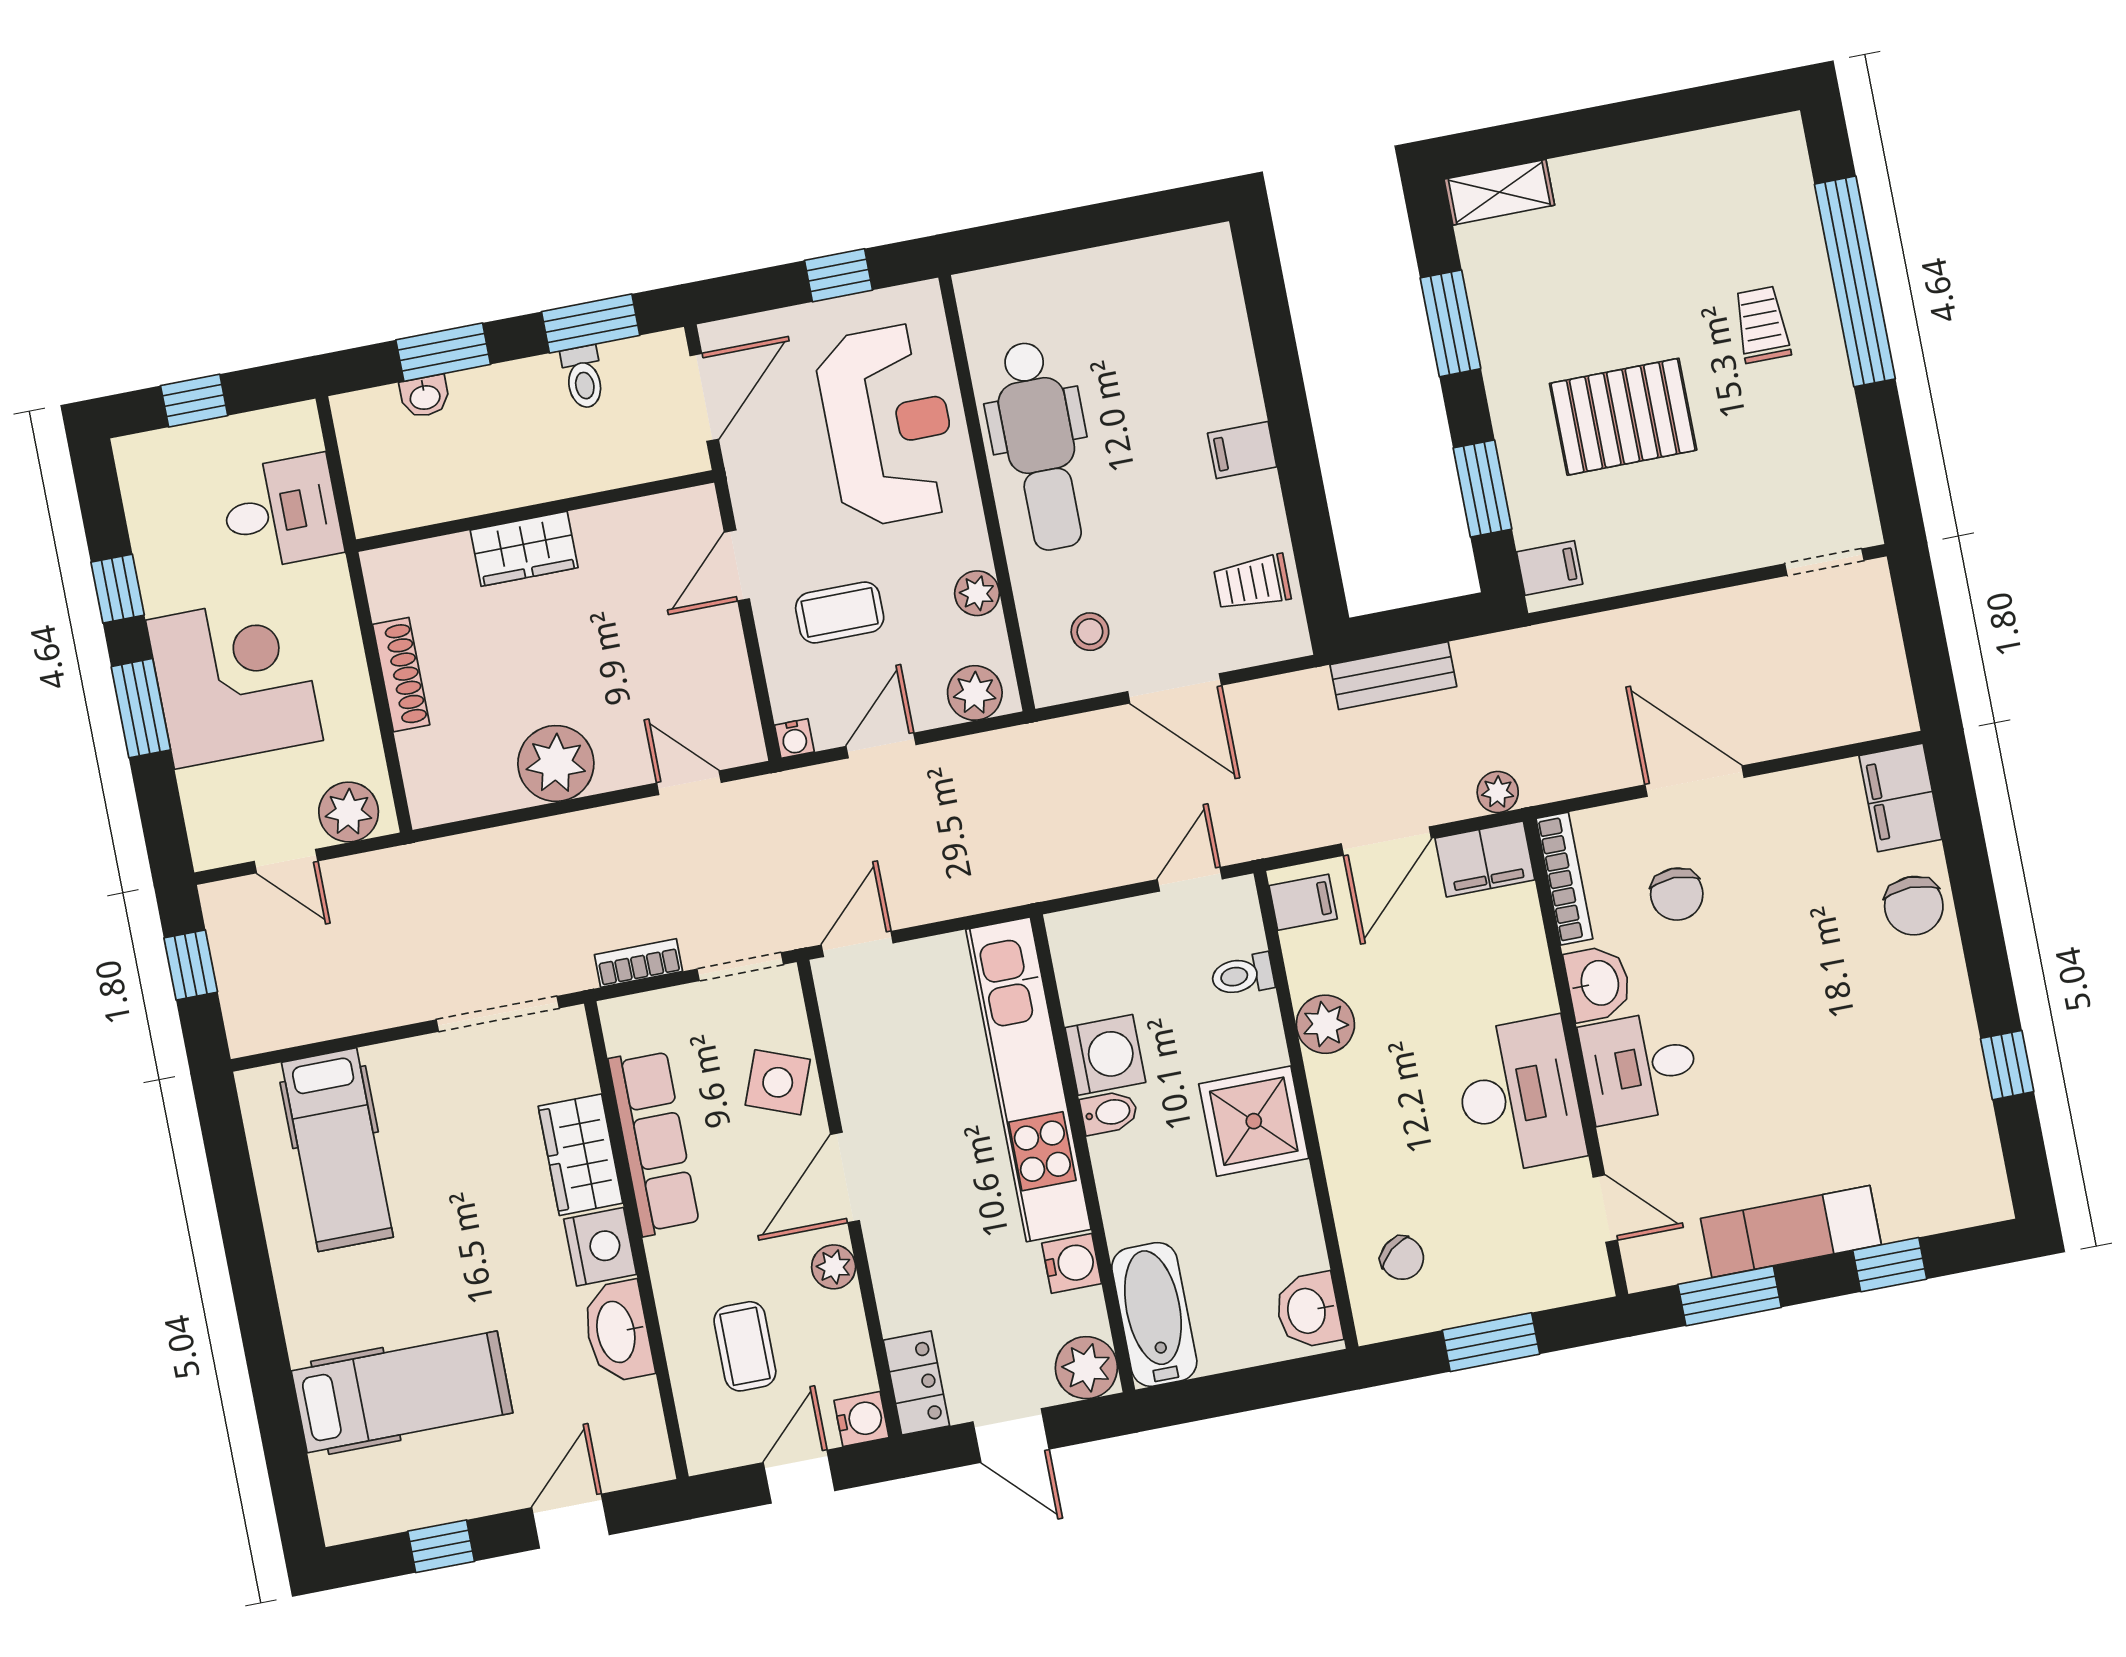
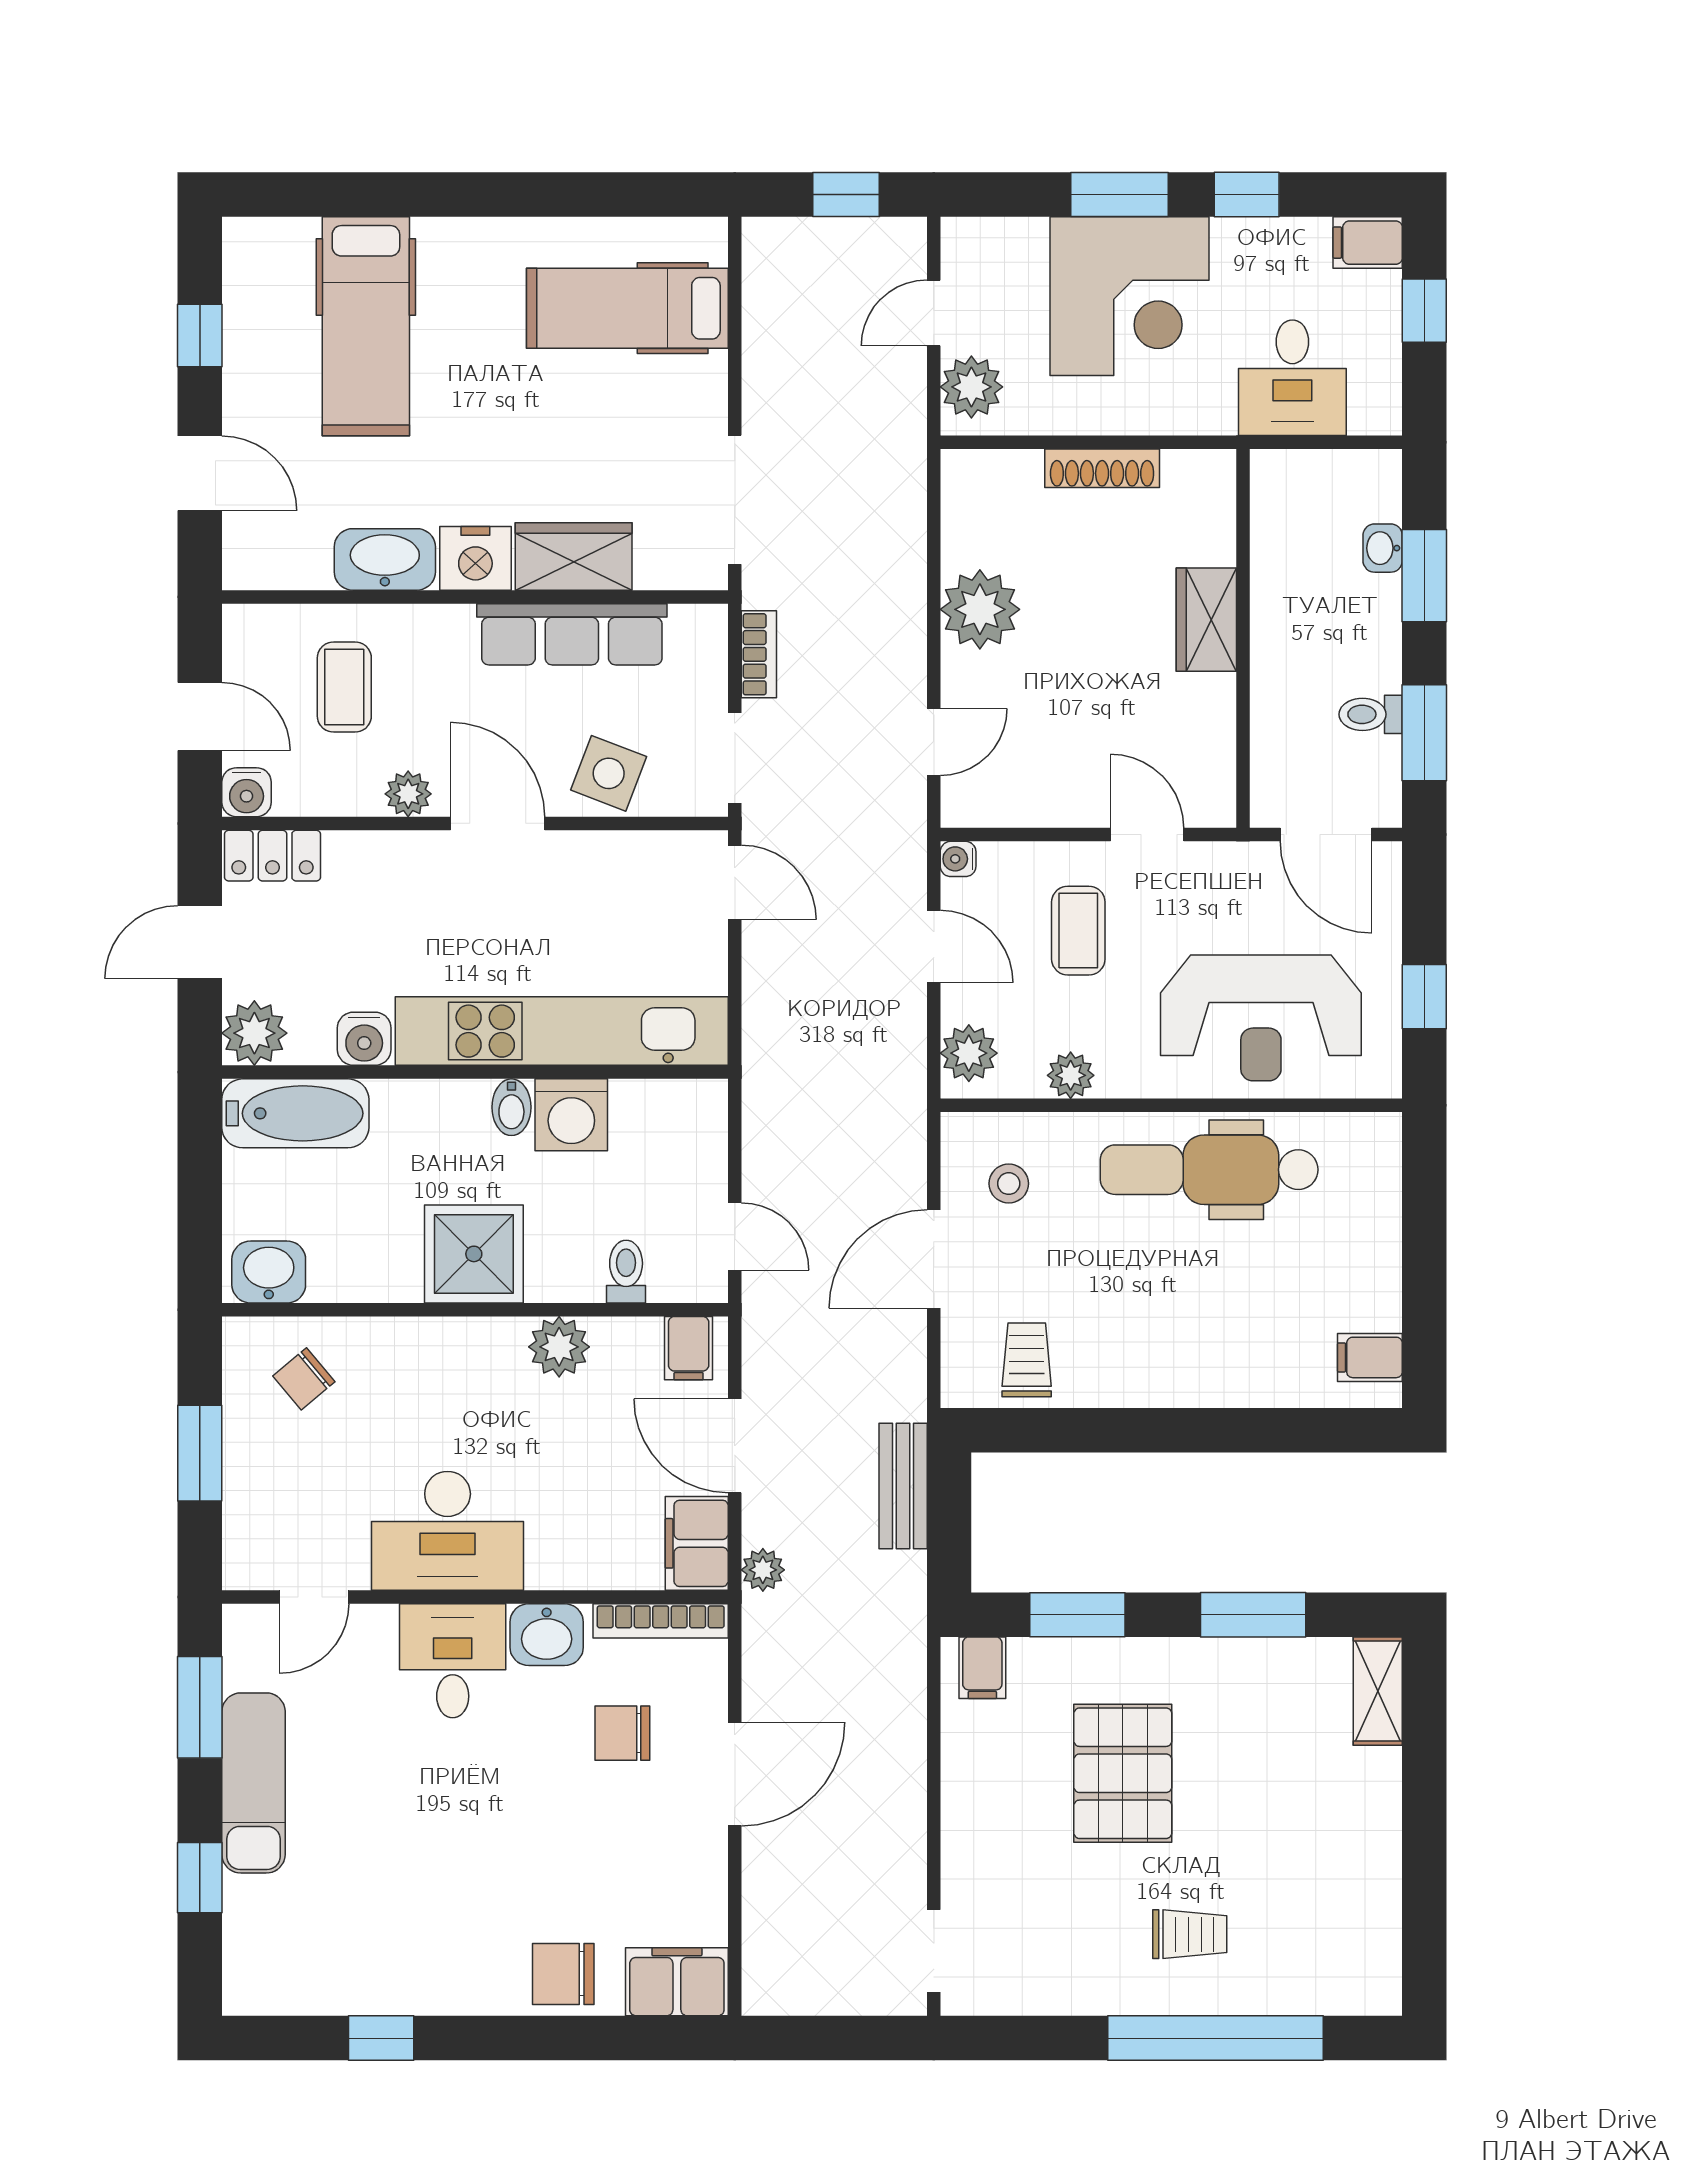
filing cabinet: (1242, 450) -> (1370, 1357), moved, turned -90
filing cabinet: (141, 466) -> (1368, 243), added
coffee table: (745, 1346) -> (344, 687), turned 90

